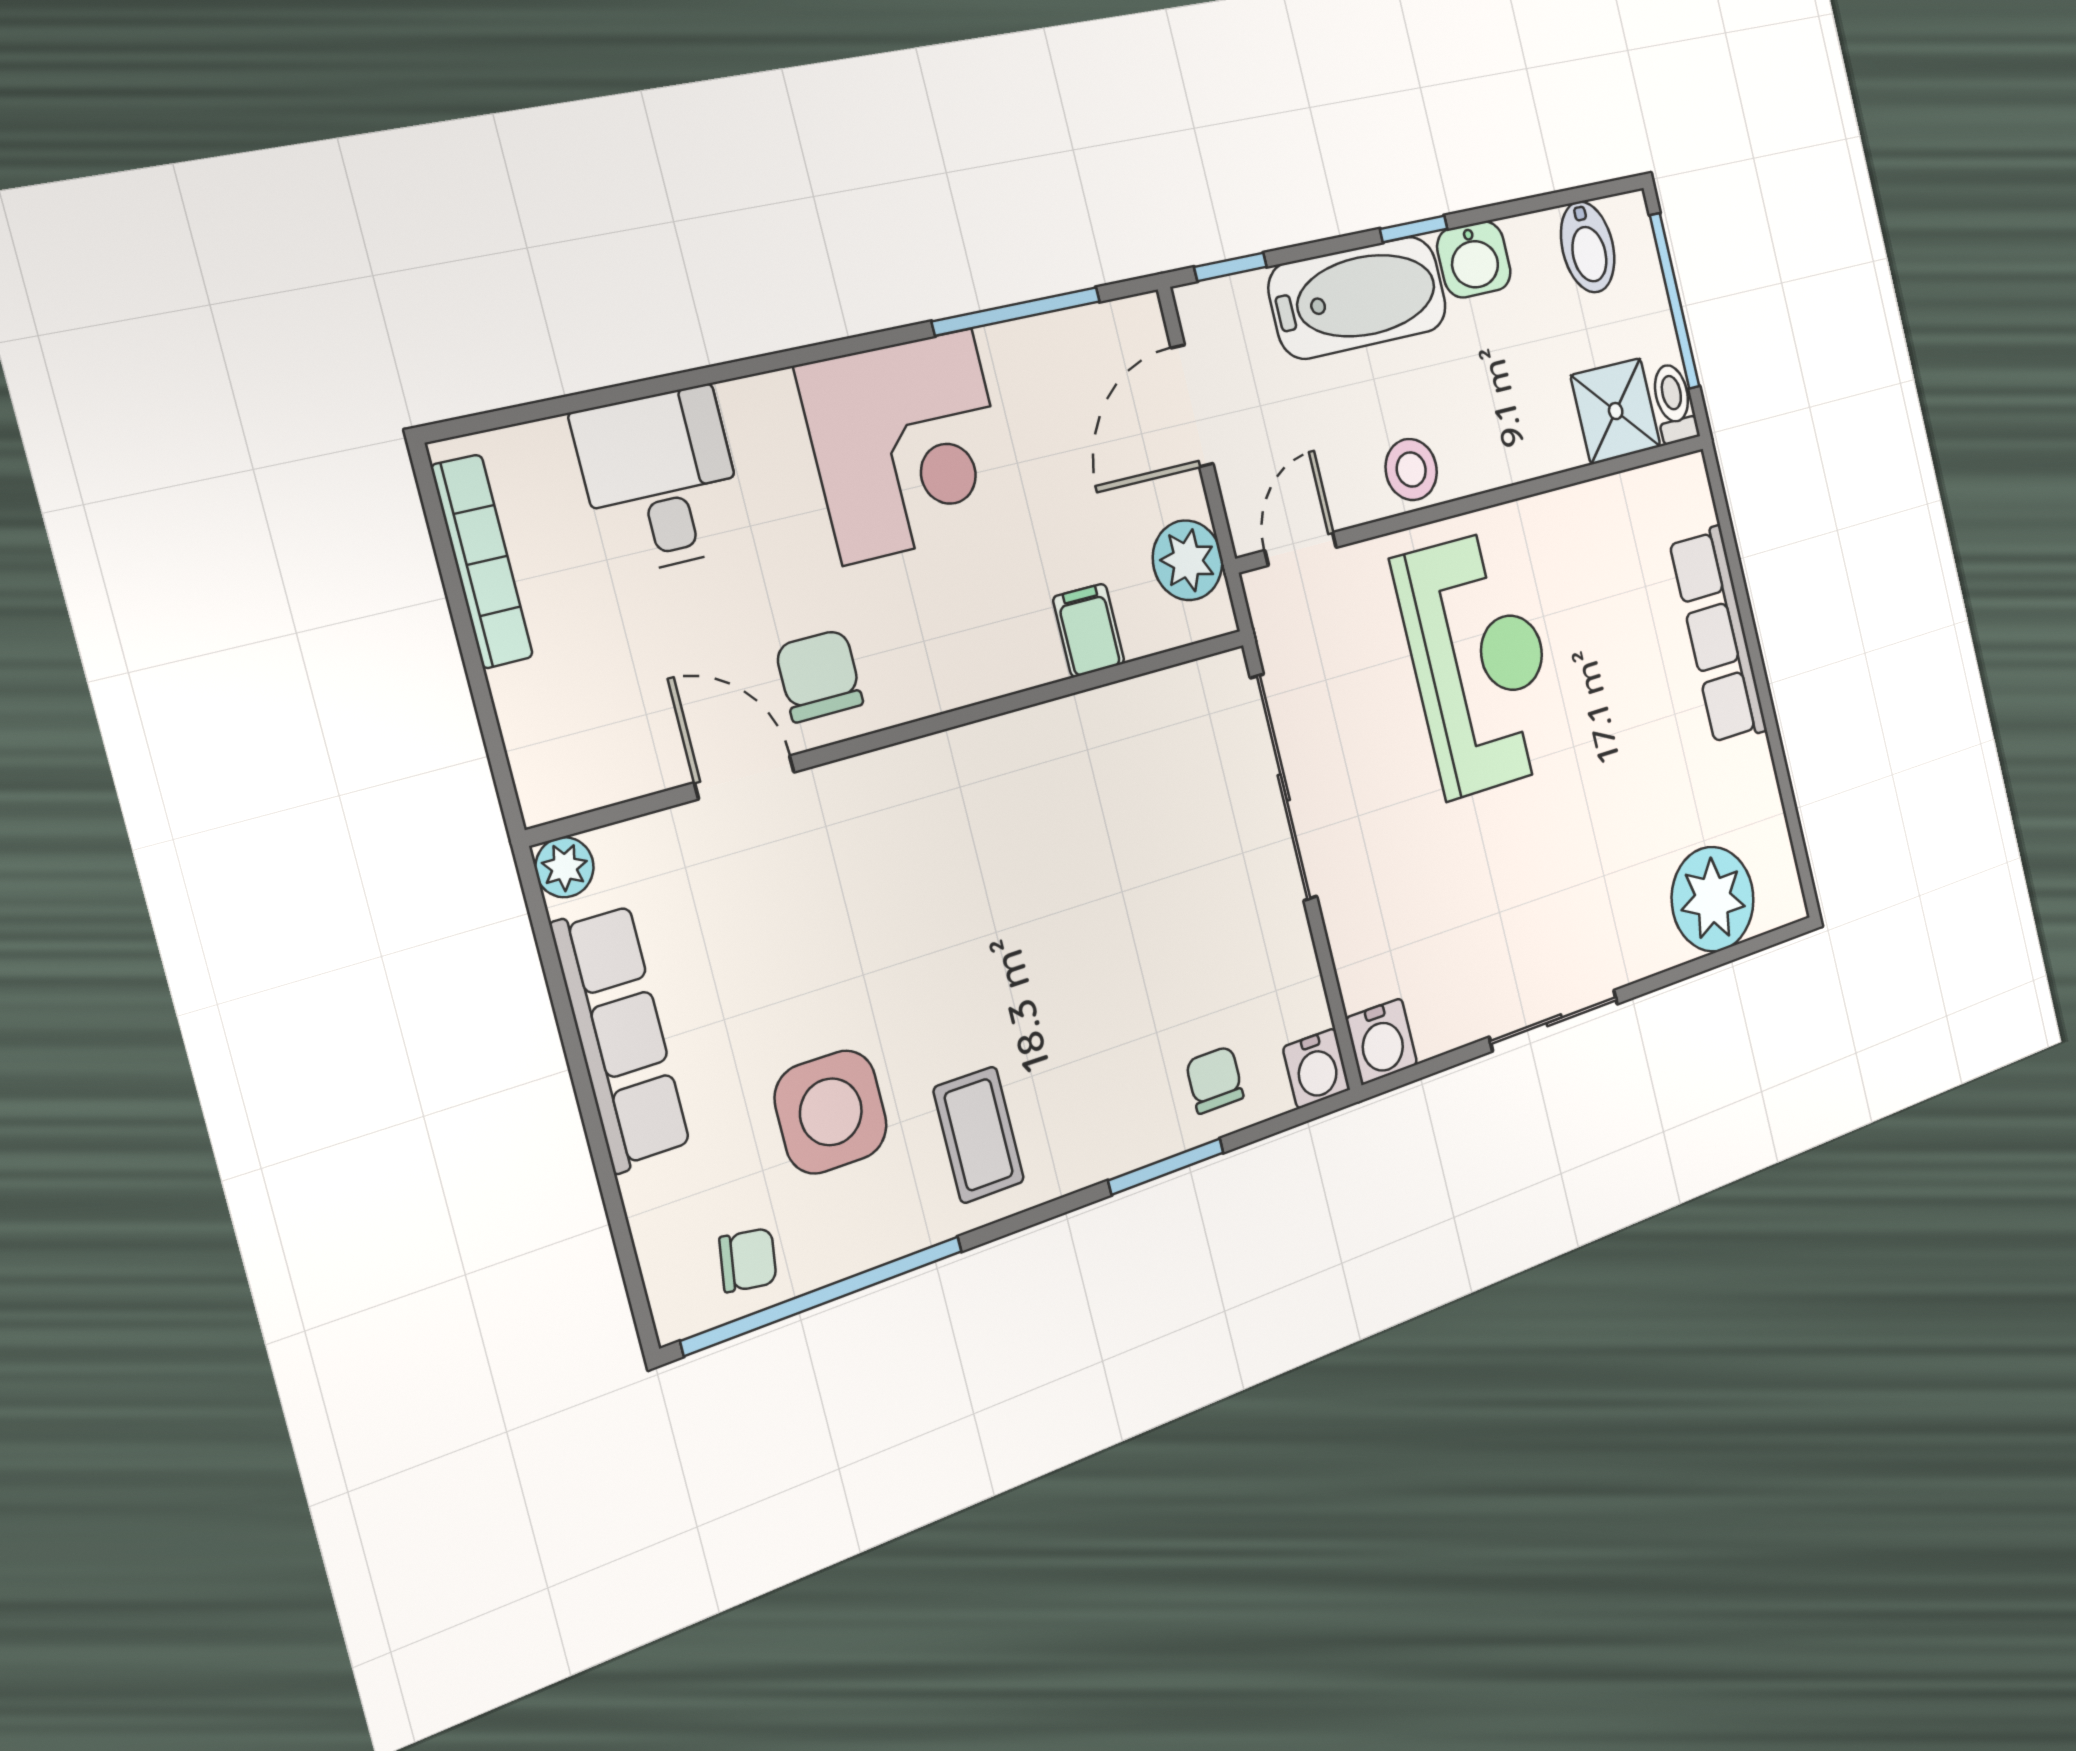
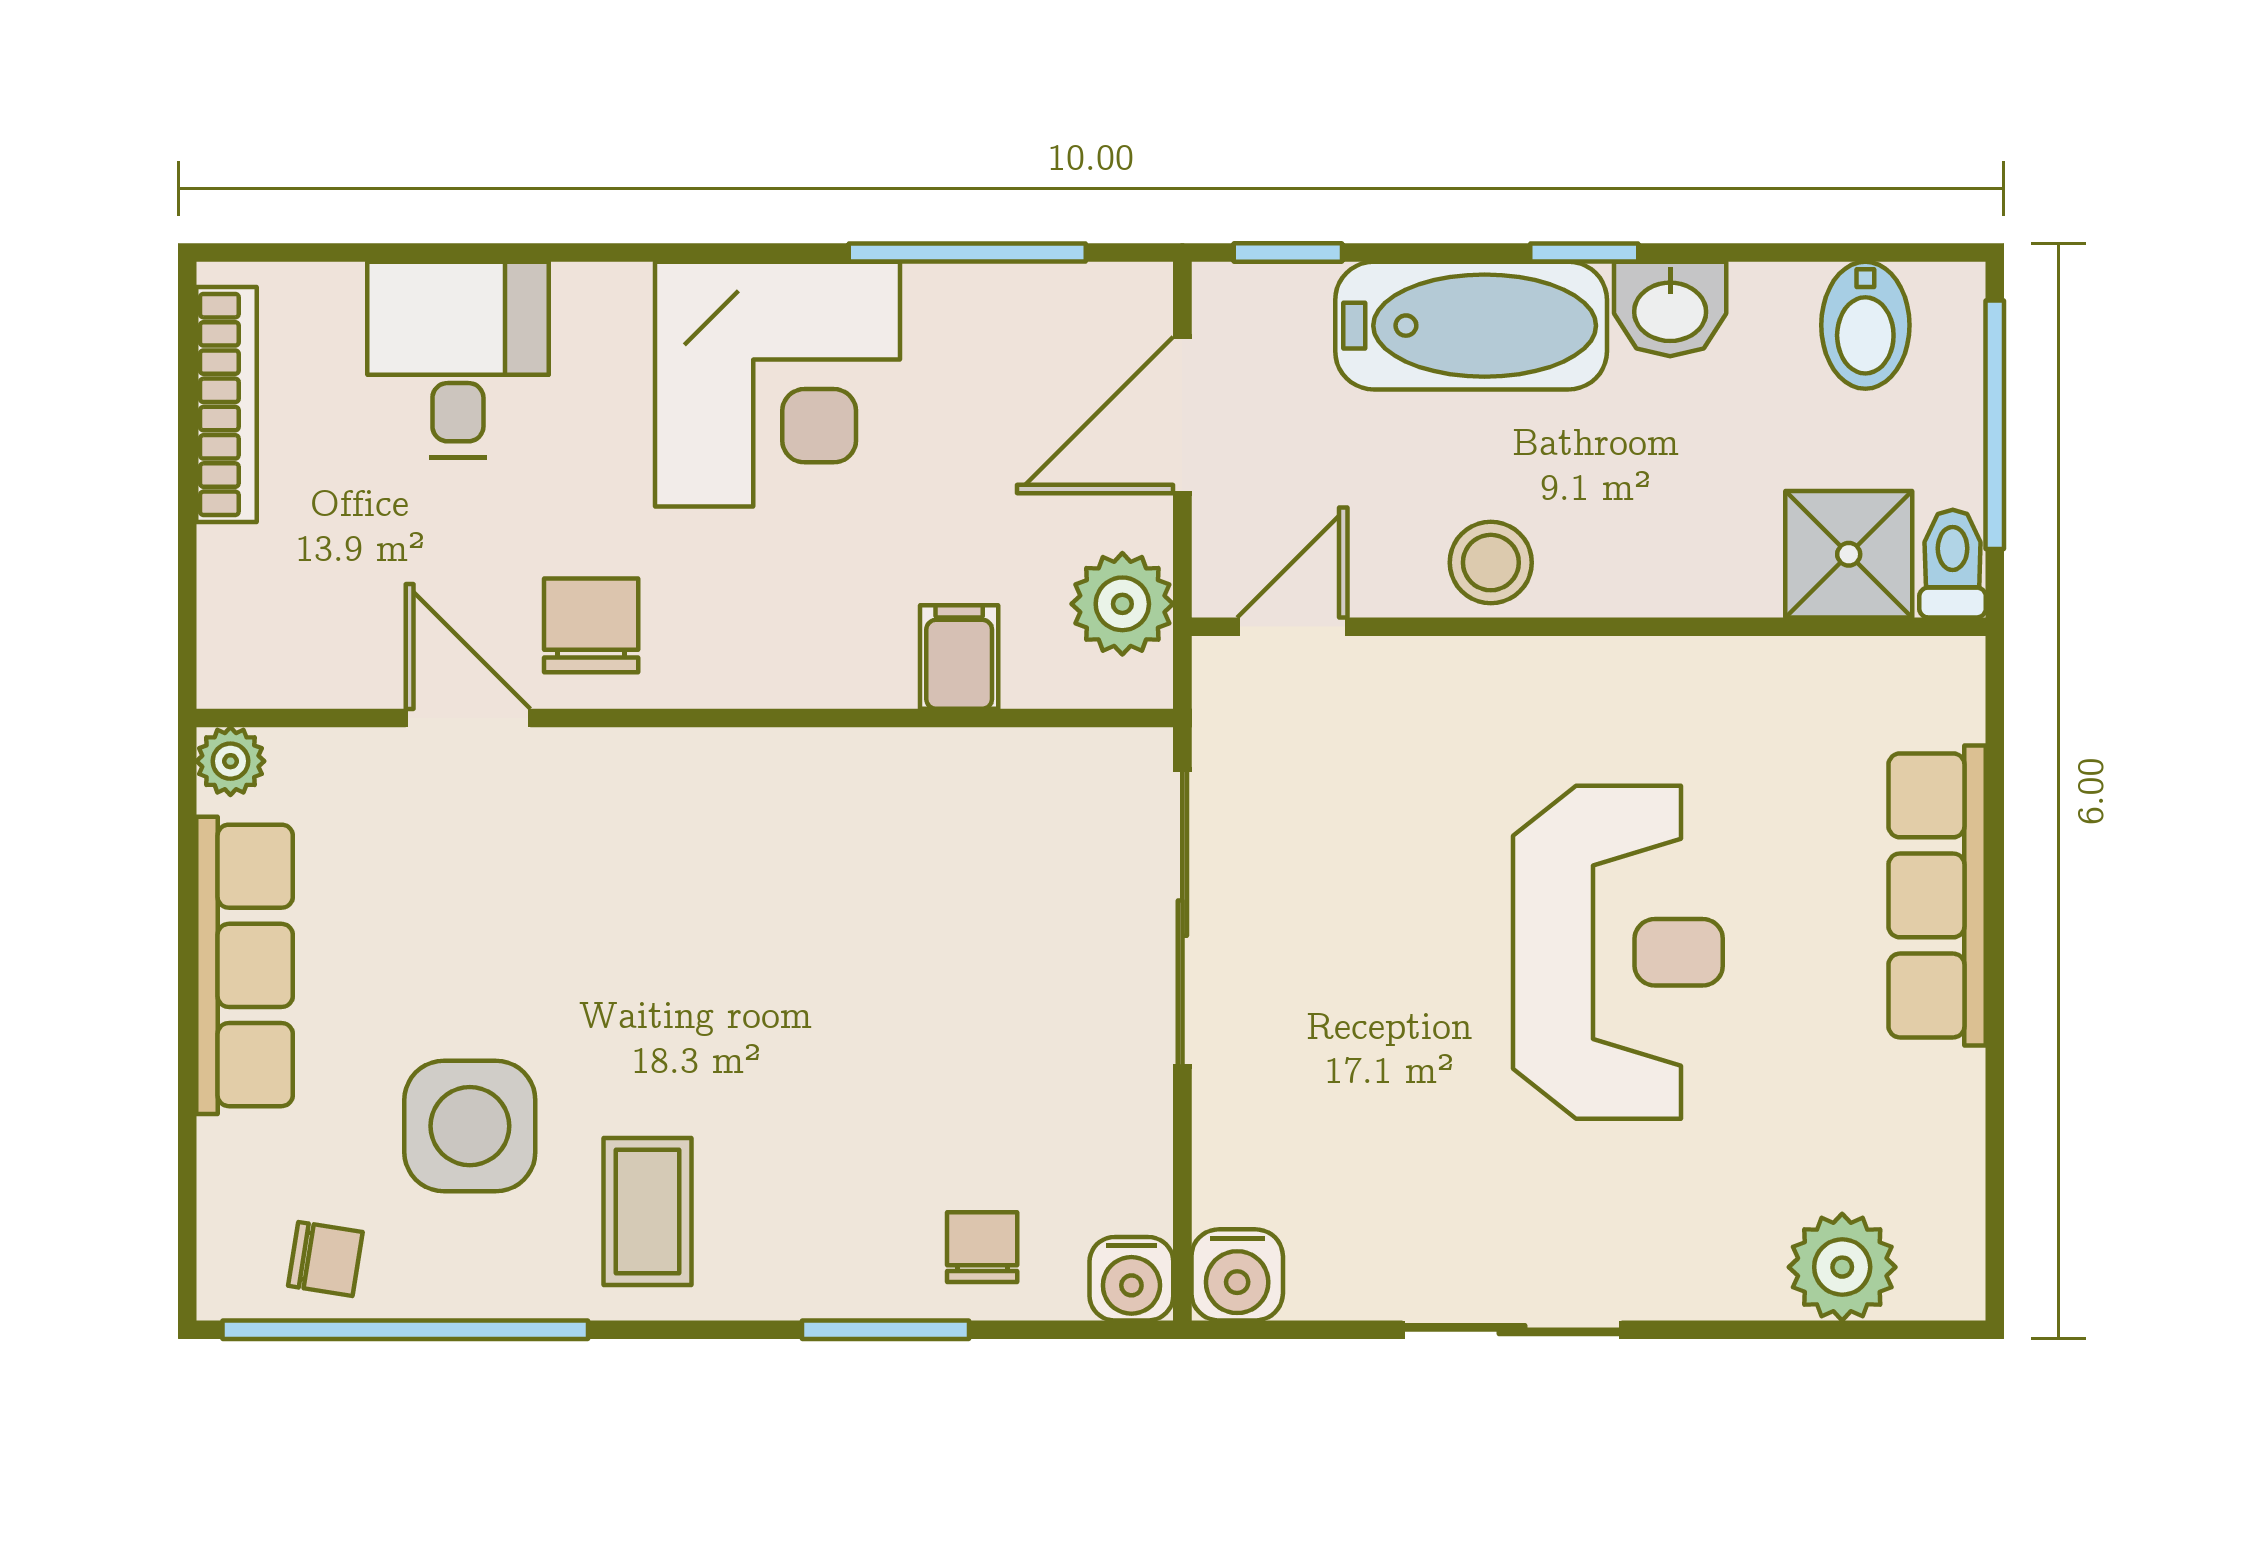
reception desk: (1480, 662) -> (1618, 952), moved
plant: (1713, 899) -> (1842, 1267), width x0.73, depth x0.73

